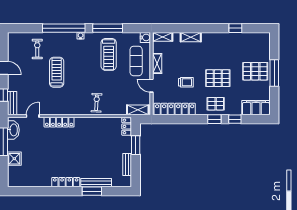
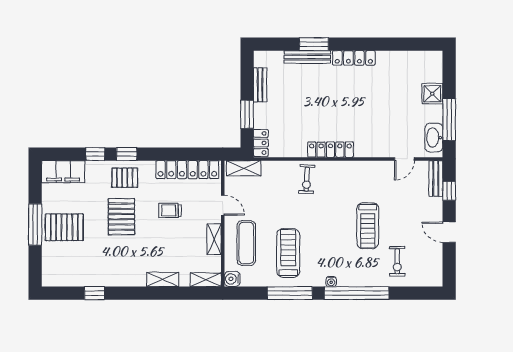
pallet: (218, 78) -> (121, 217), turned 90
locker: (59, 122) -> (330, 150), moved

